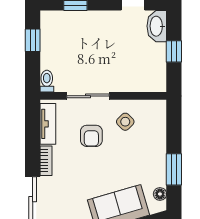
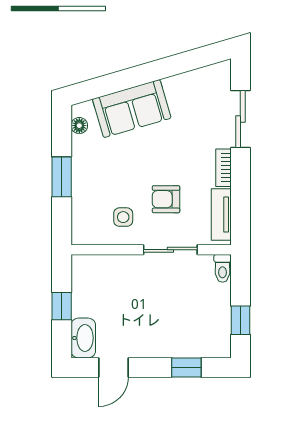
side table: (125, 122) -> (123, 217), turned 45
armchair: (91, 136) -> (166, 199), turned -90
window: (174, 169) -> (62, 177), moved

